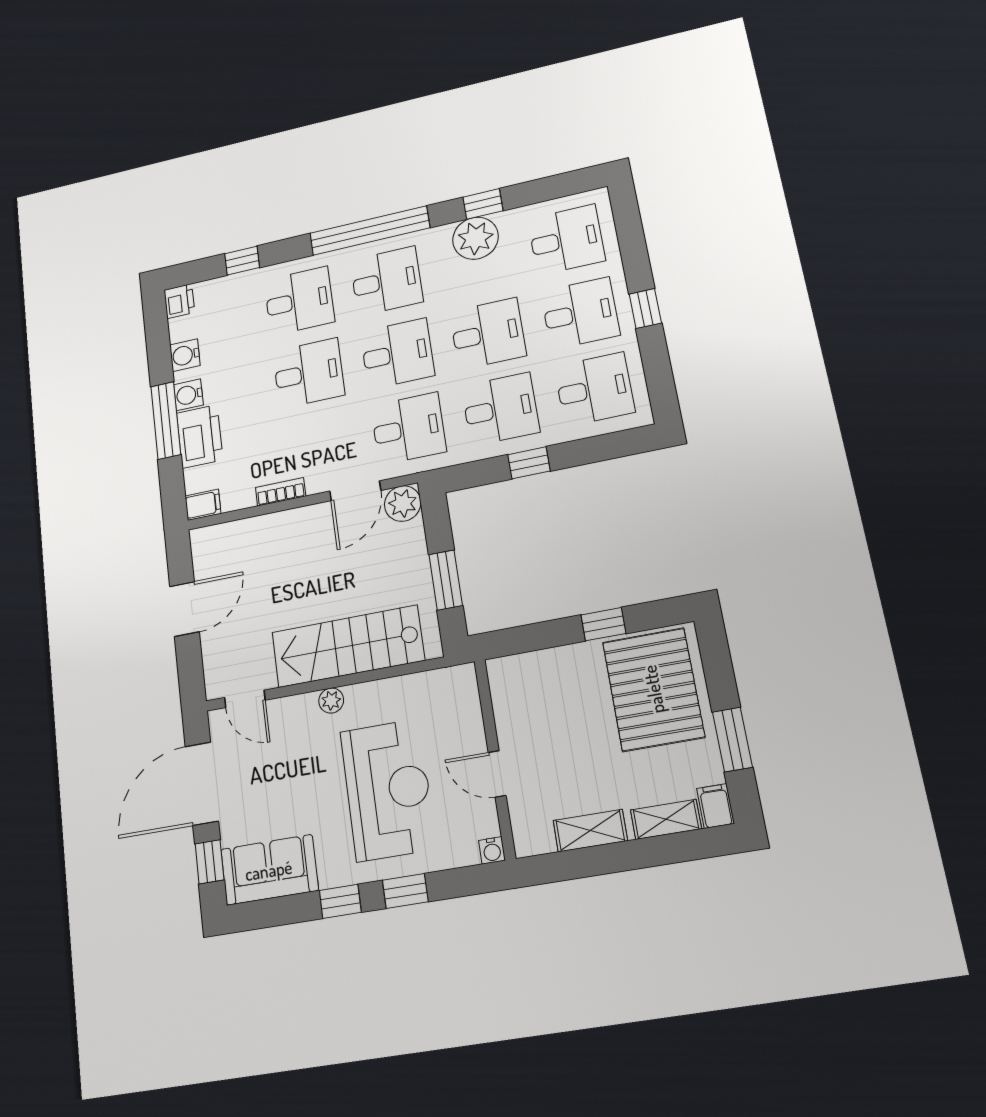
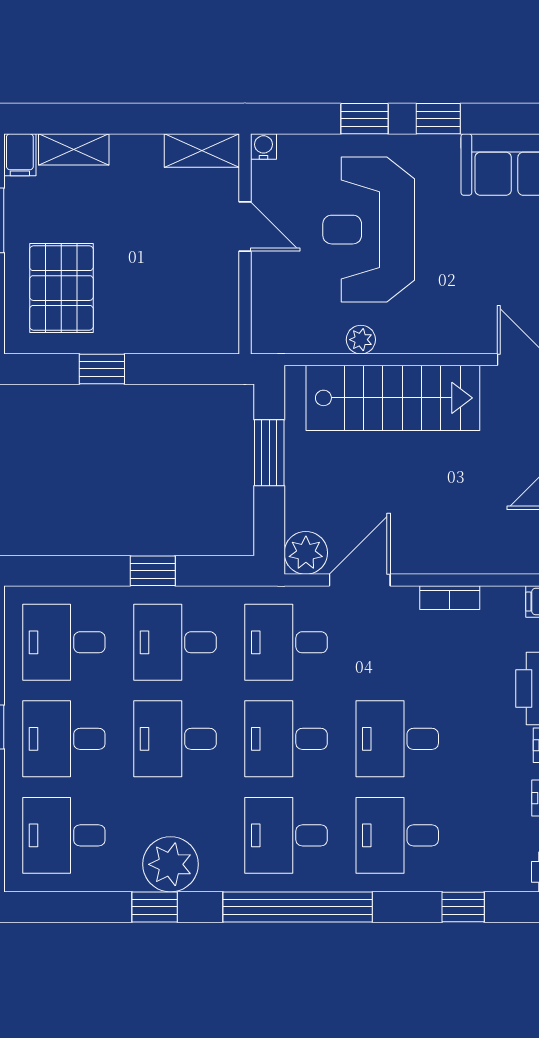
pallet: (653, 689) -> (61, 288), width x0.73, depth x0.71
plant: (331, 701) -> (361, 340), moved
shelving: (590, 831) -> (202, 150), moved

